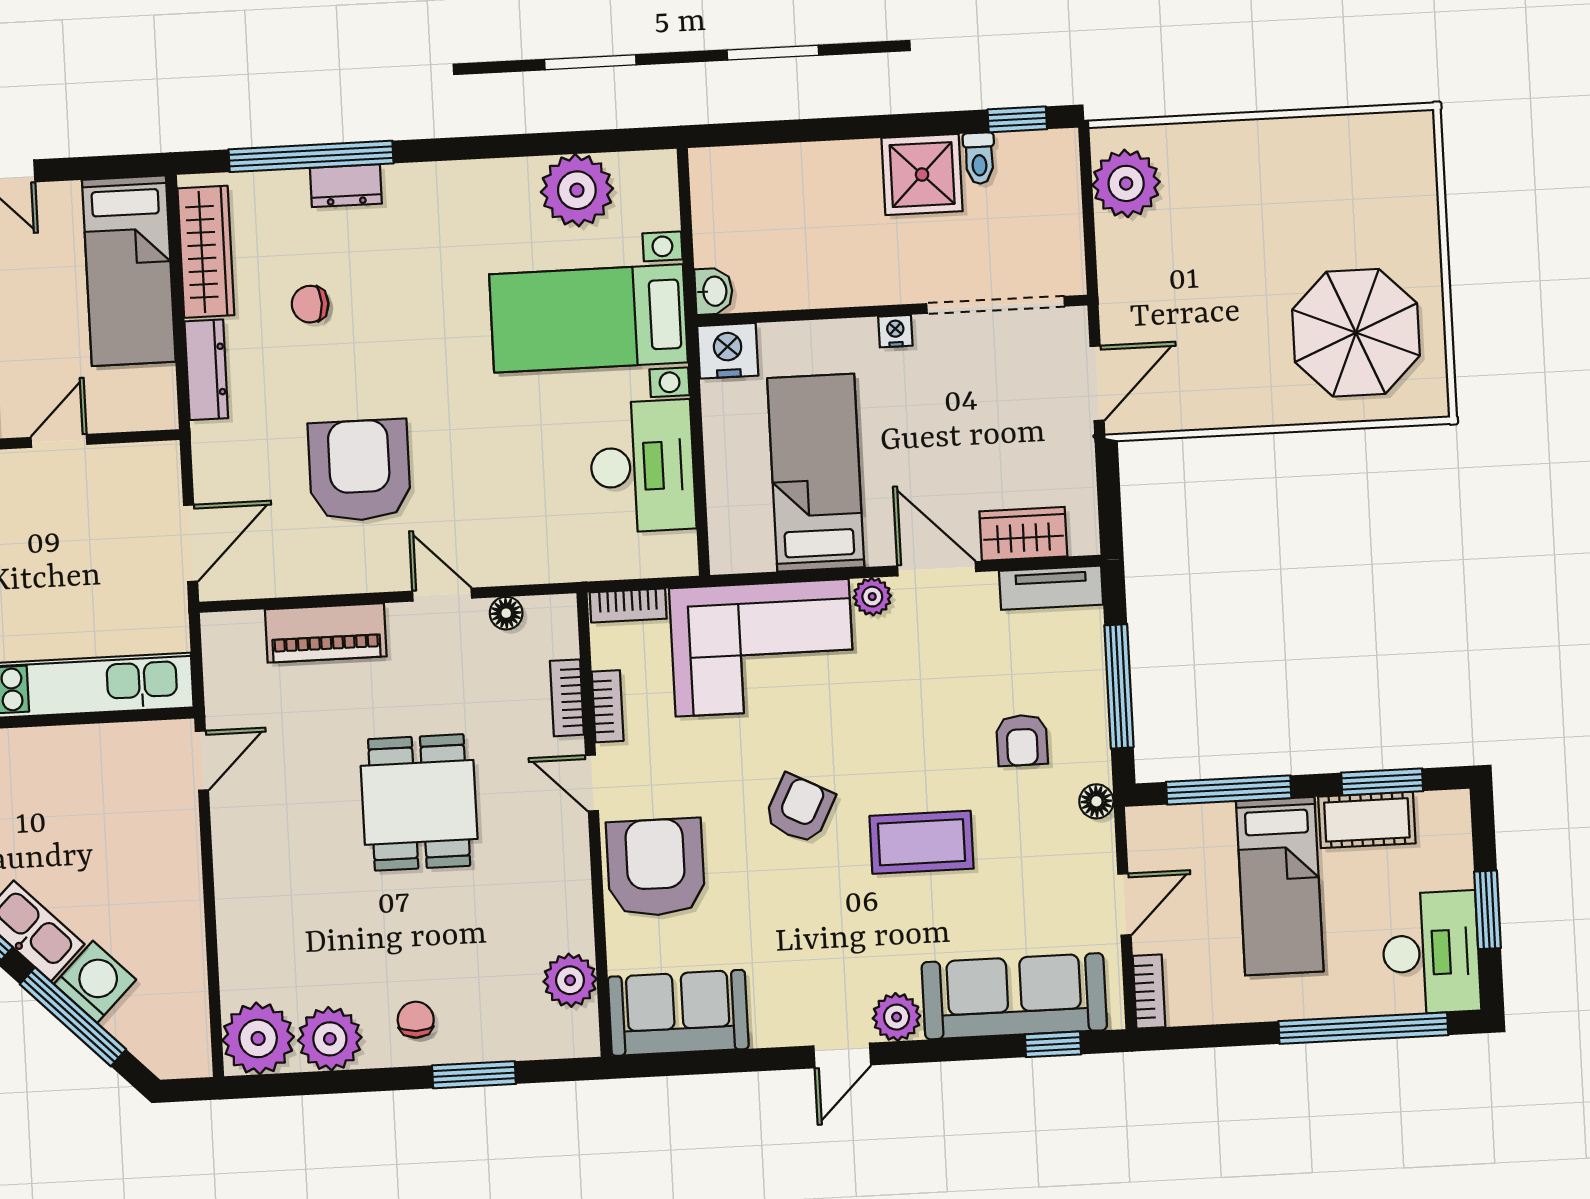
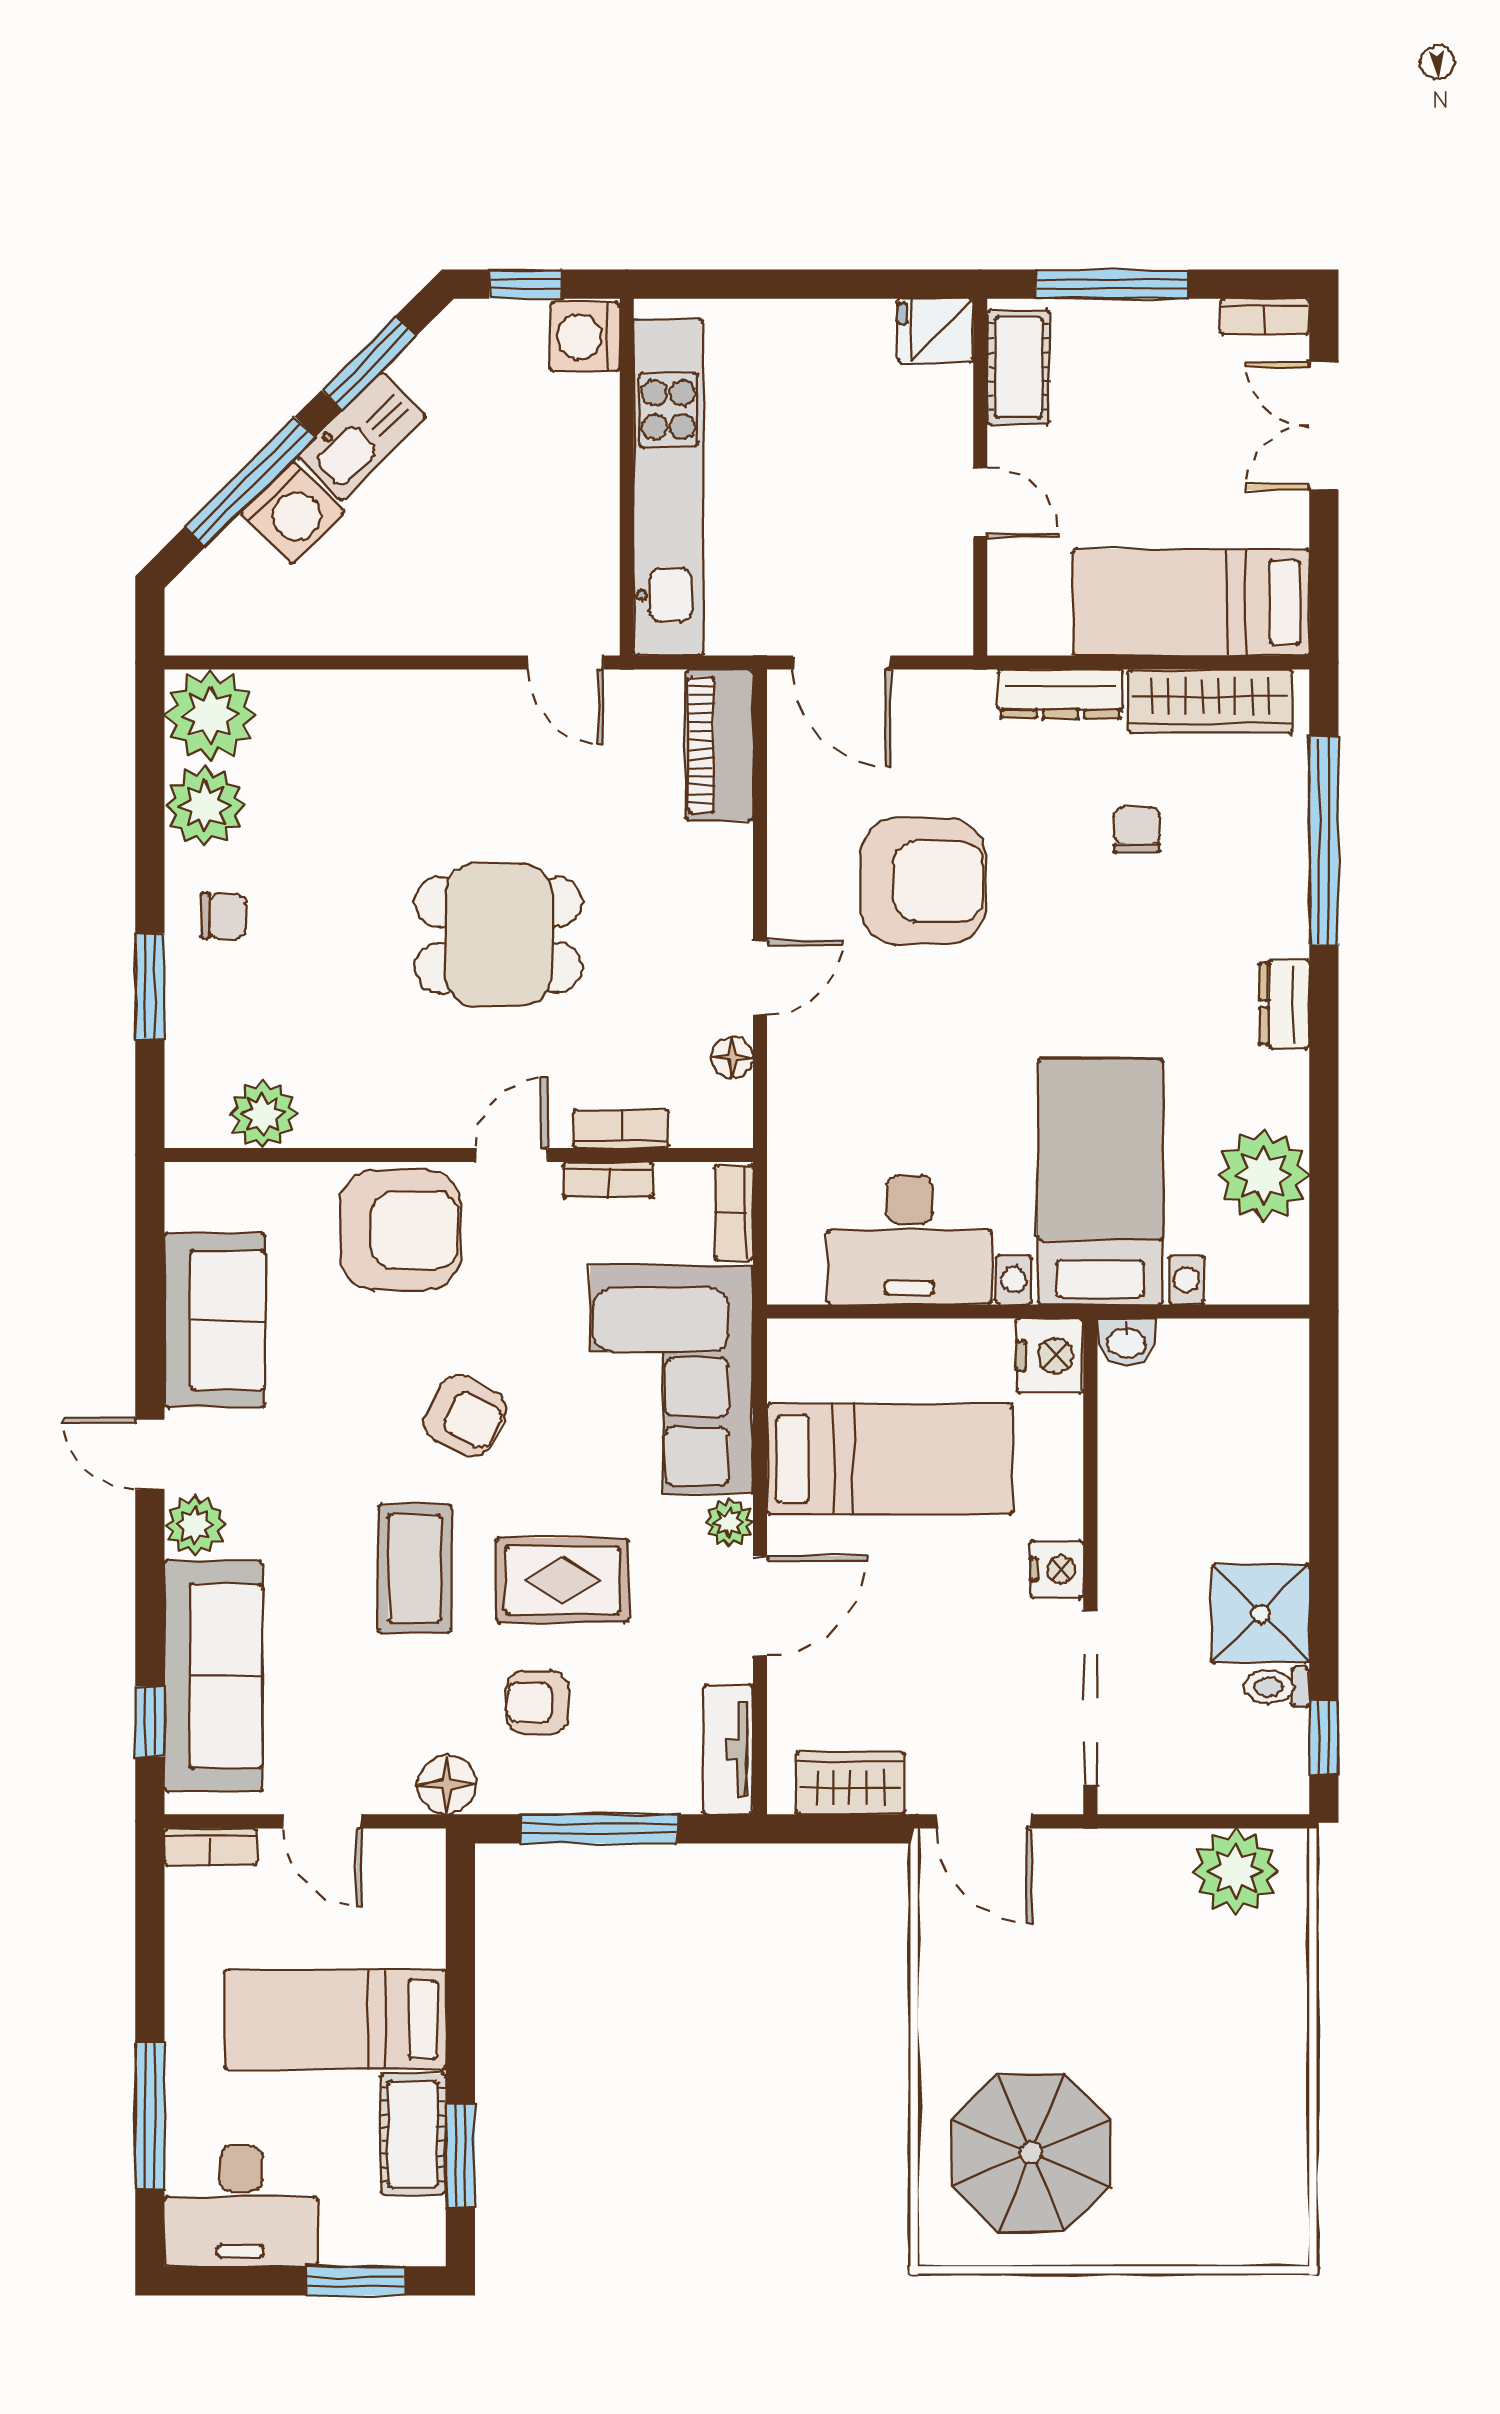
dresser: (346, 186) -> (1284, 1004), moved
nightstand: (895, 331) -> (1057, 1569), width x1.39, depth x1.35
wardrobe: (1023, 534) -> (850, 1783), moved, turned -90
piano: (326, 633) -> (719, 745), moved
rug: (925, 725) -> (562, 1580), added
window: (1229, 790) -> (460, 1961), removed
floor lamp: (1096, 801) -> (447, 1785), width x1.37, depth x1.37
window: (1488, 910) -> (355, 2281), moved
sofa: (678, 1013) -> (215, 1320), moved
window: (1363, 1028) -> (150, 2116), width x0.68

